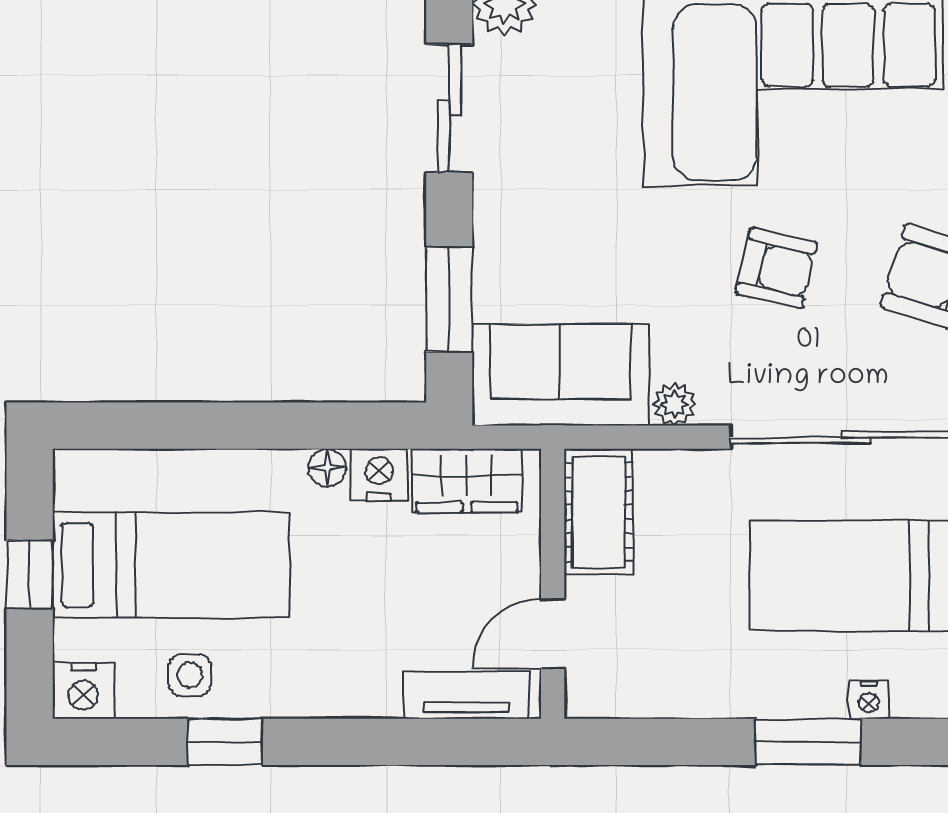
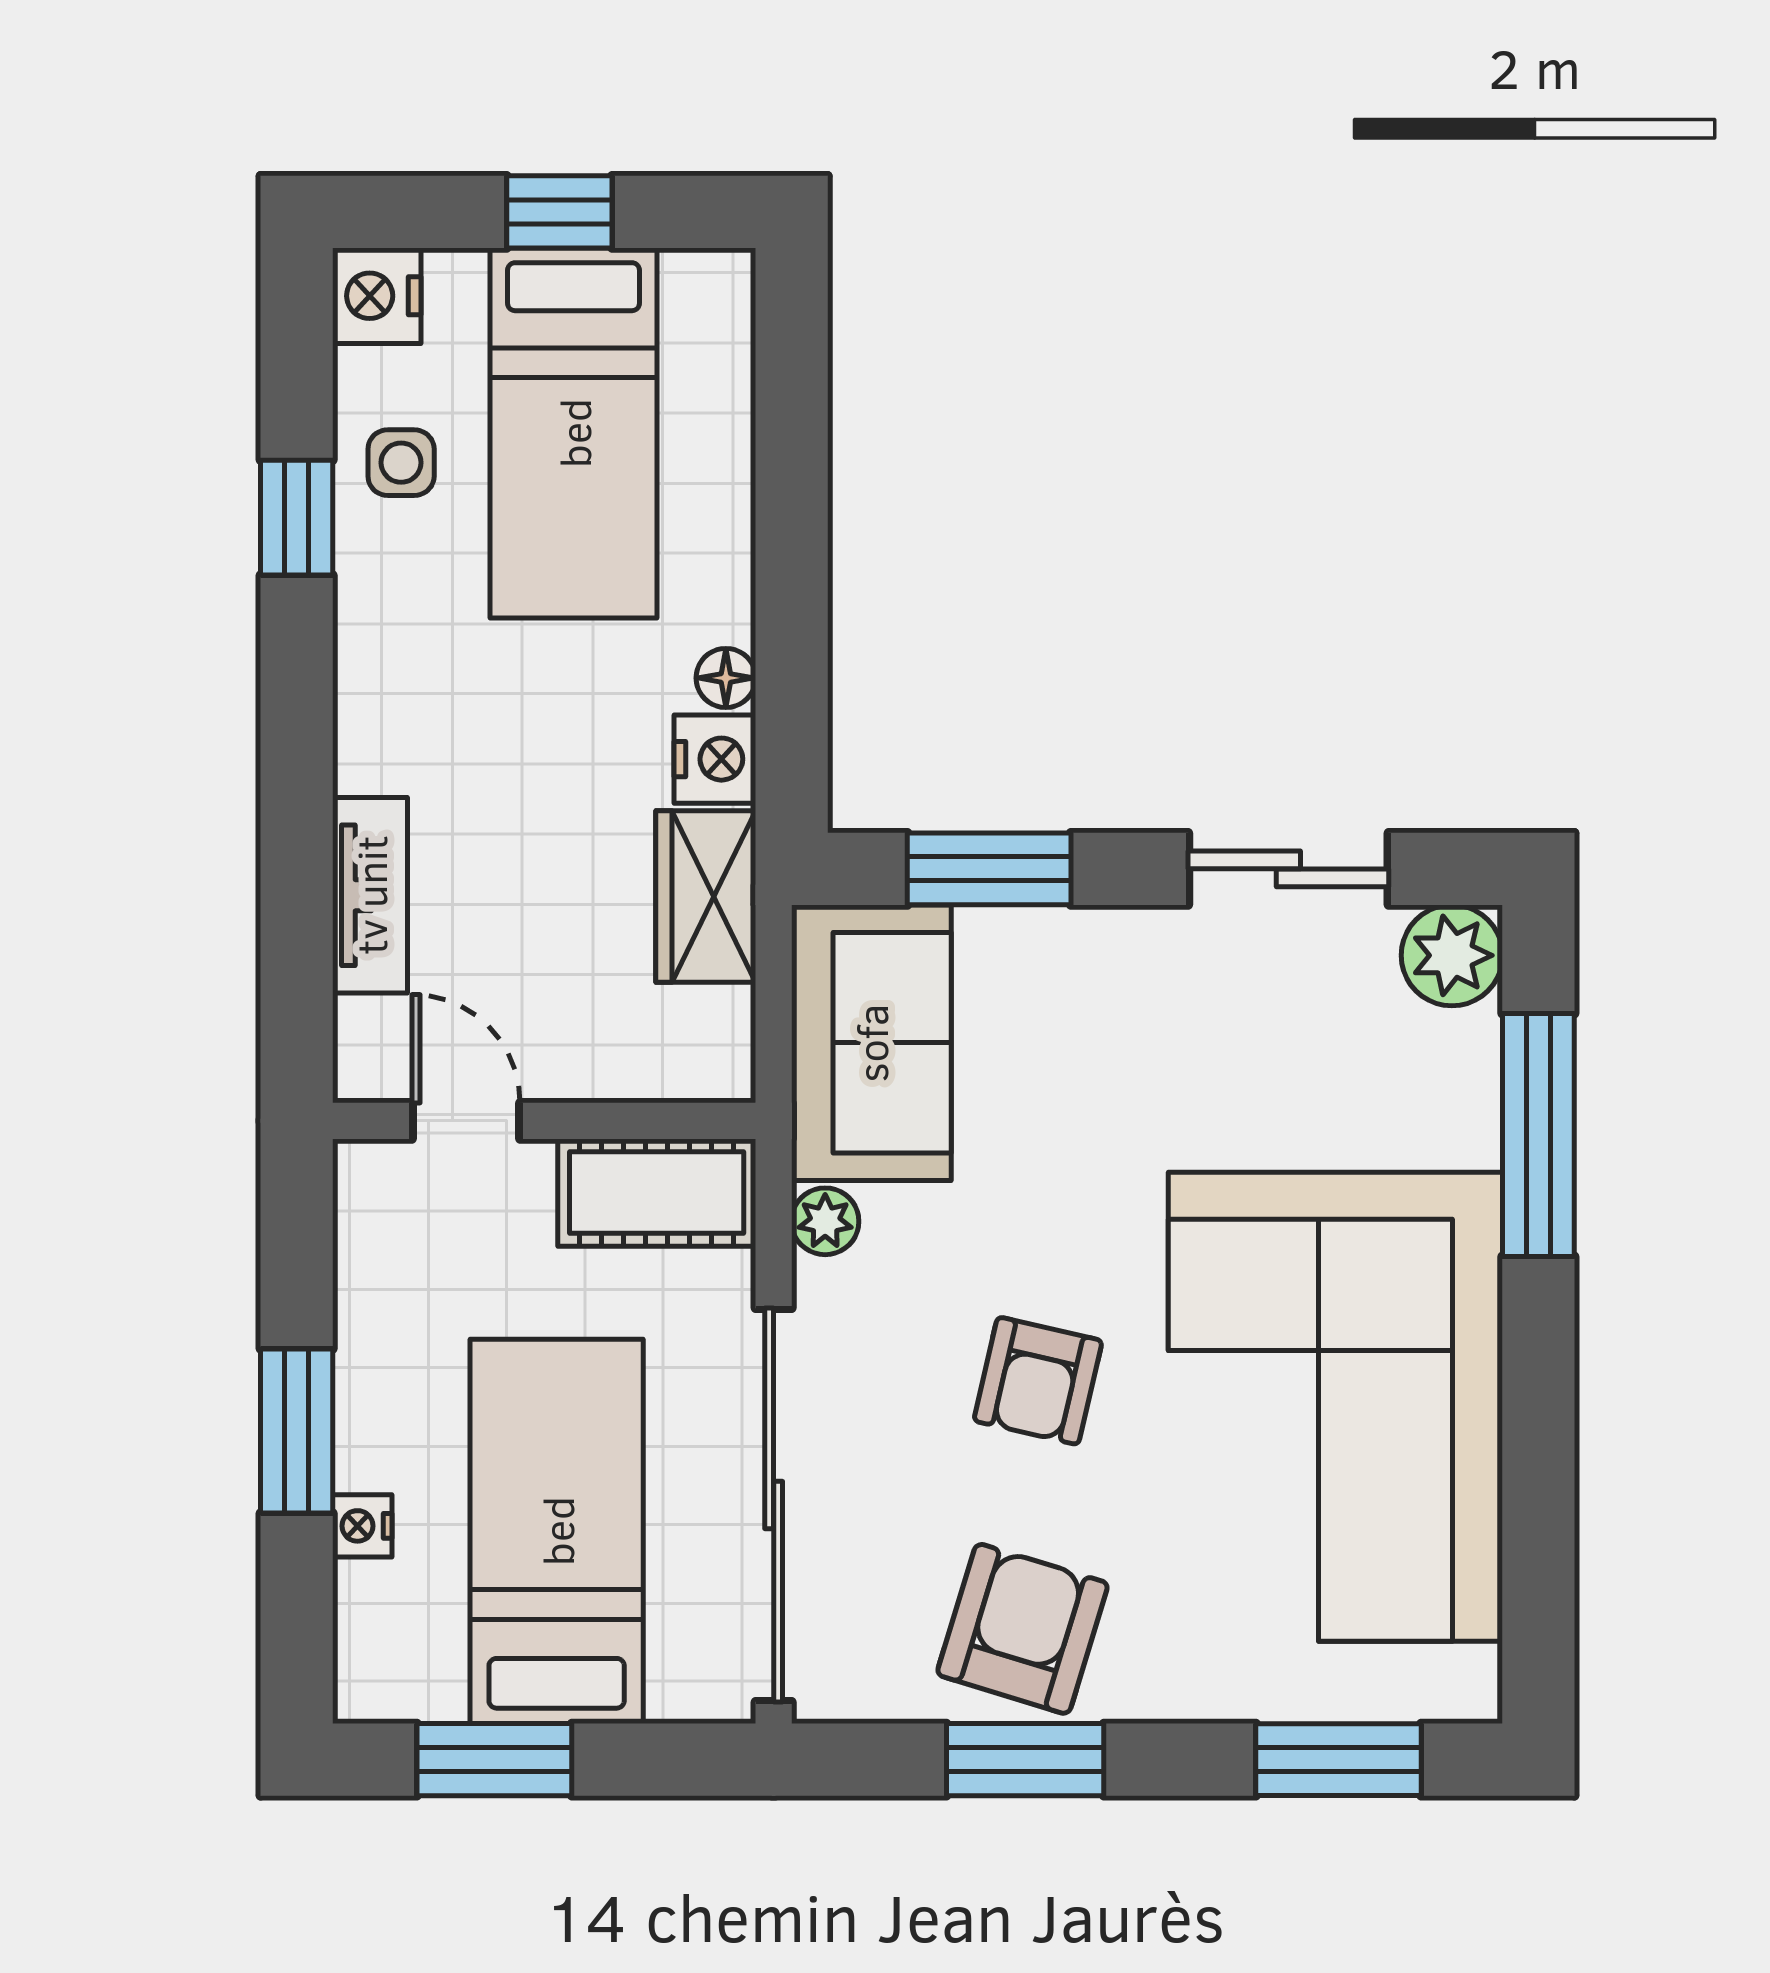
cot: (599, 512) -> (657, 1193), moved
wall: (553, 584) -> (544, 1121), moved
door: (553, 634) -> (466, 1121), moved

